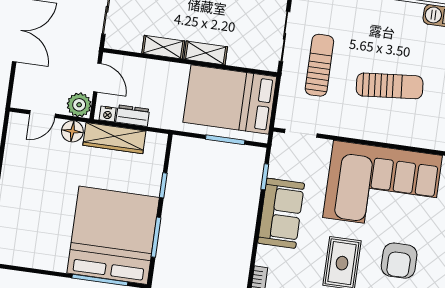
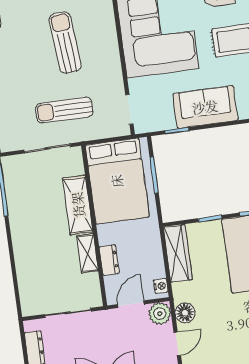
shelving: (206, 53) -> (78, 205), width x1.50, depth x1.33
door: (42, 114) -> (177, 344), hinge flipped
dresser: (133, 116) -> (109, 260), moved, turned 180
wardrobe: (114, 138) -> (178, 253), moved

